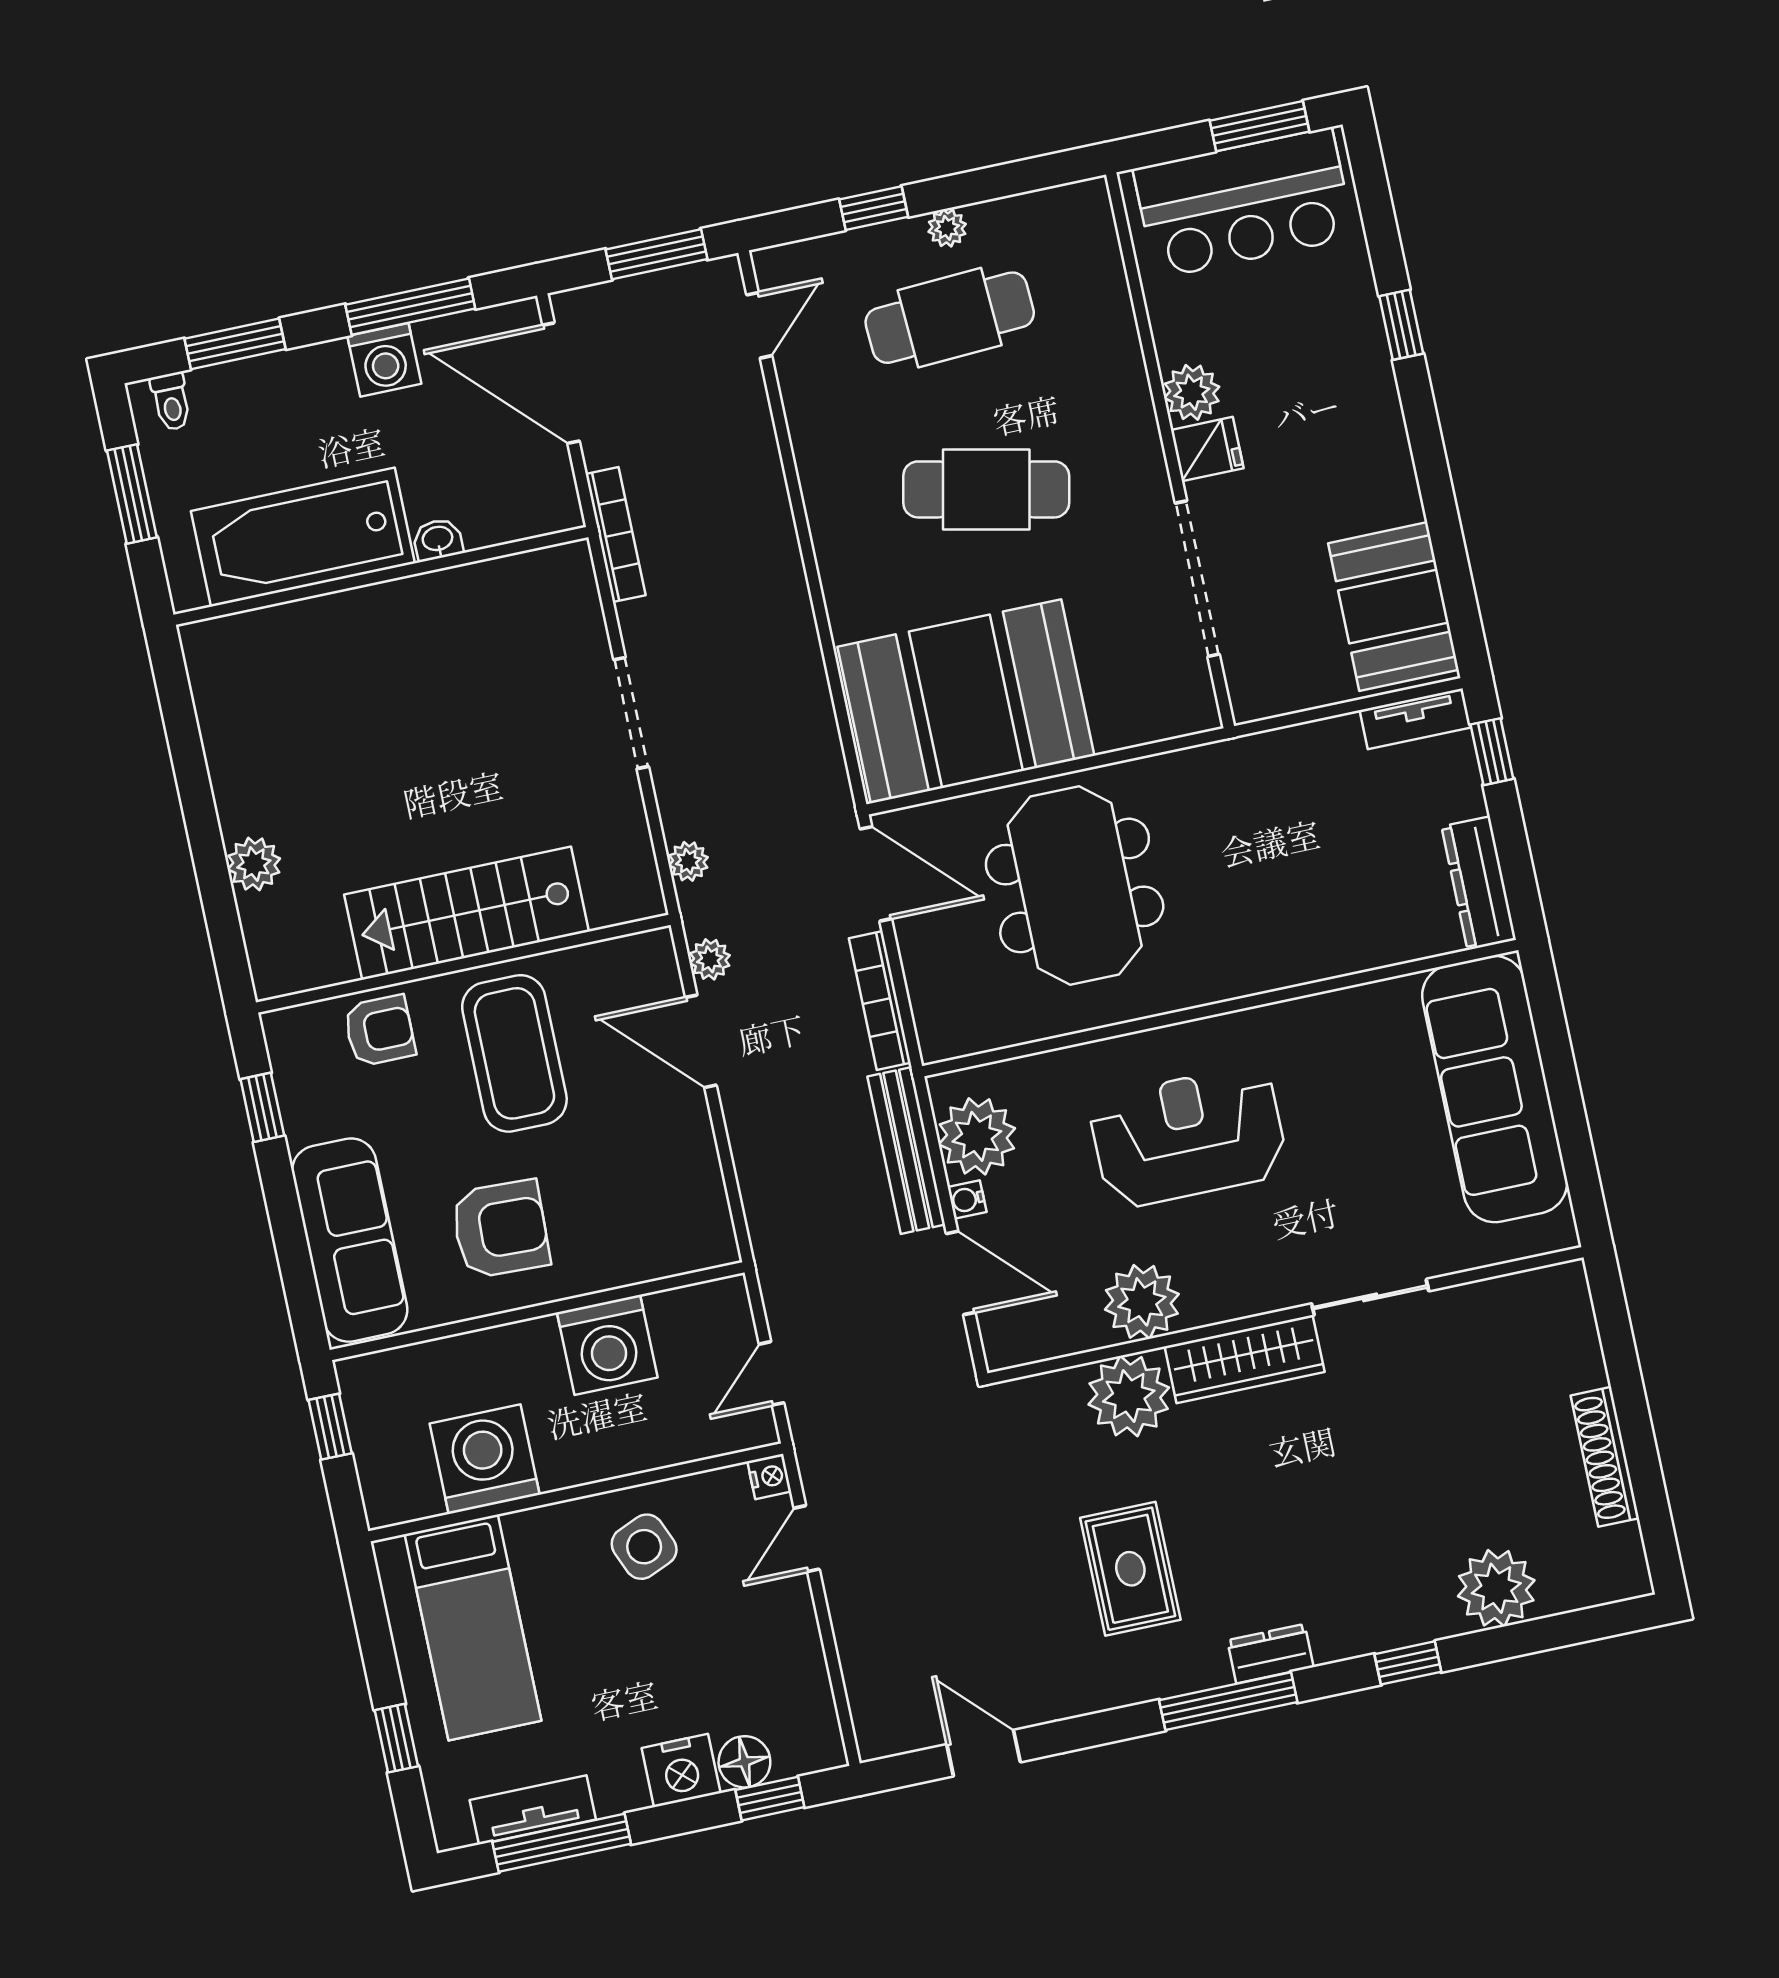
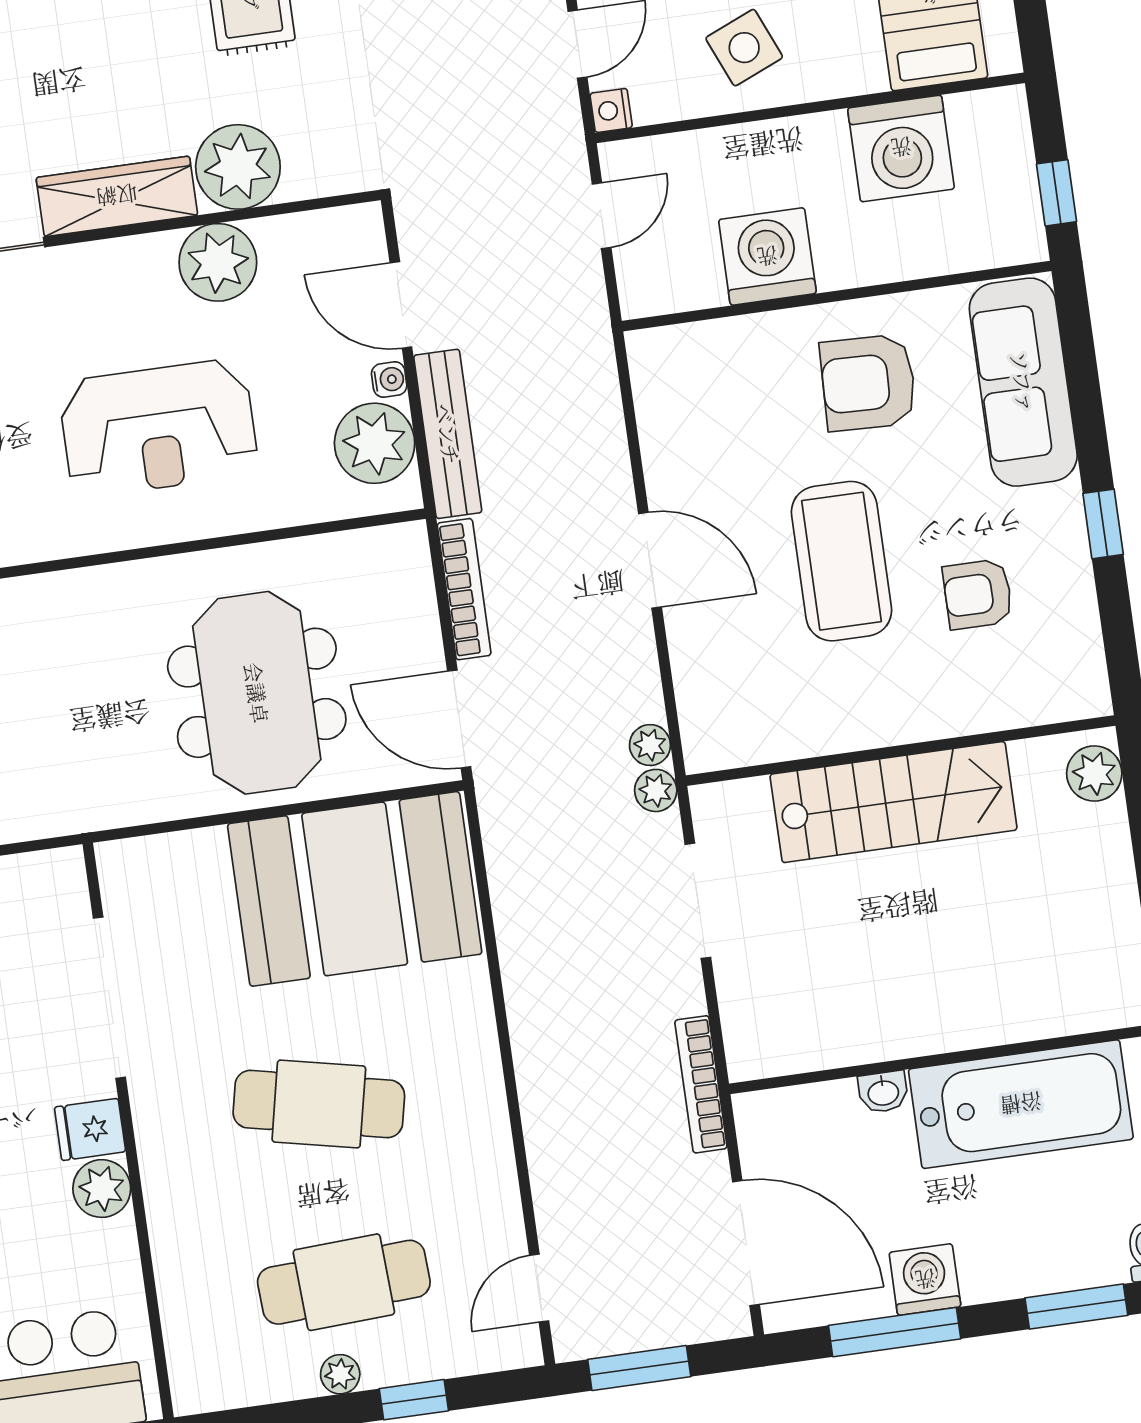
stairs: (467, 913) -> (894, 802), moved
plant: (710, 959) -> (656, 790), moved
wall: (463, 964) -> (900, 751), moved

